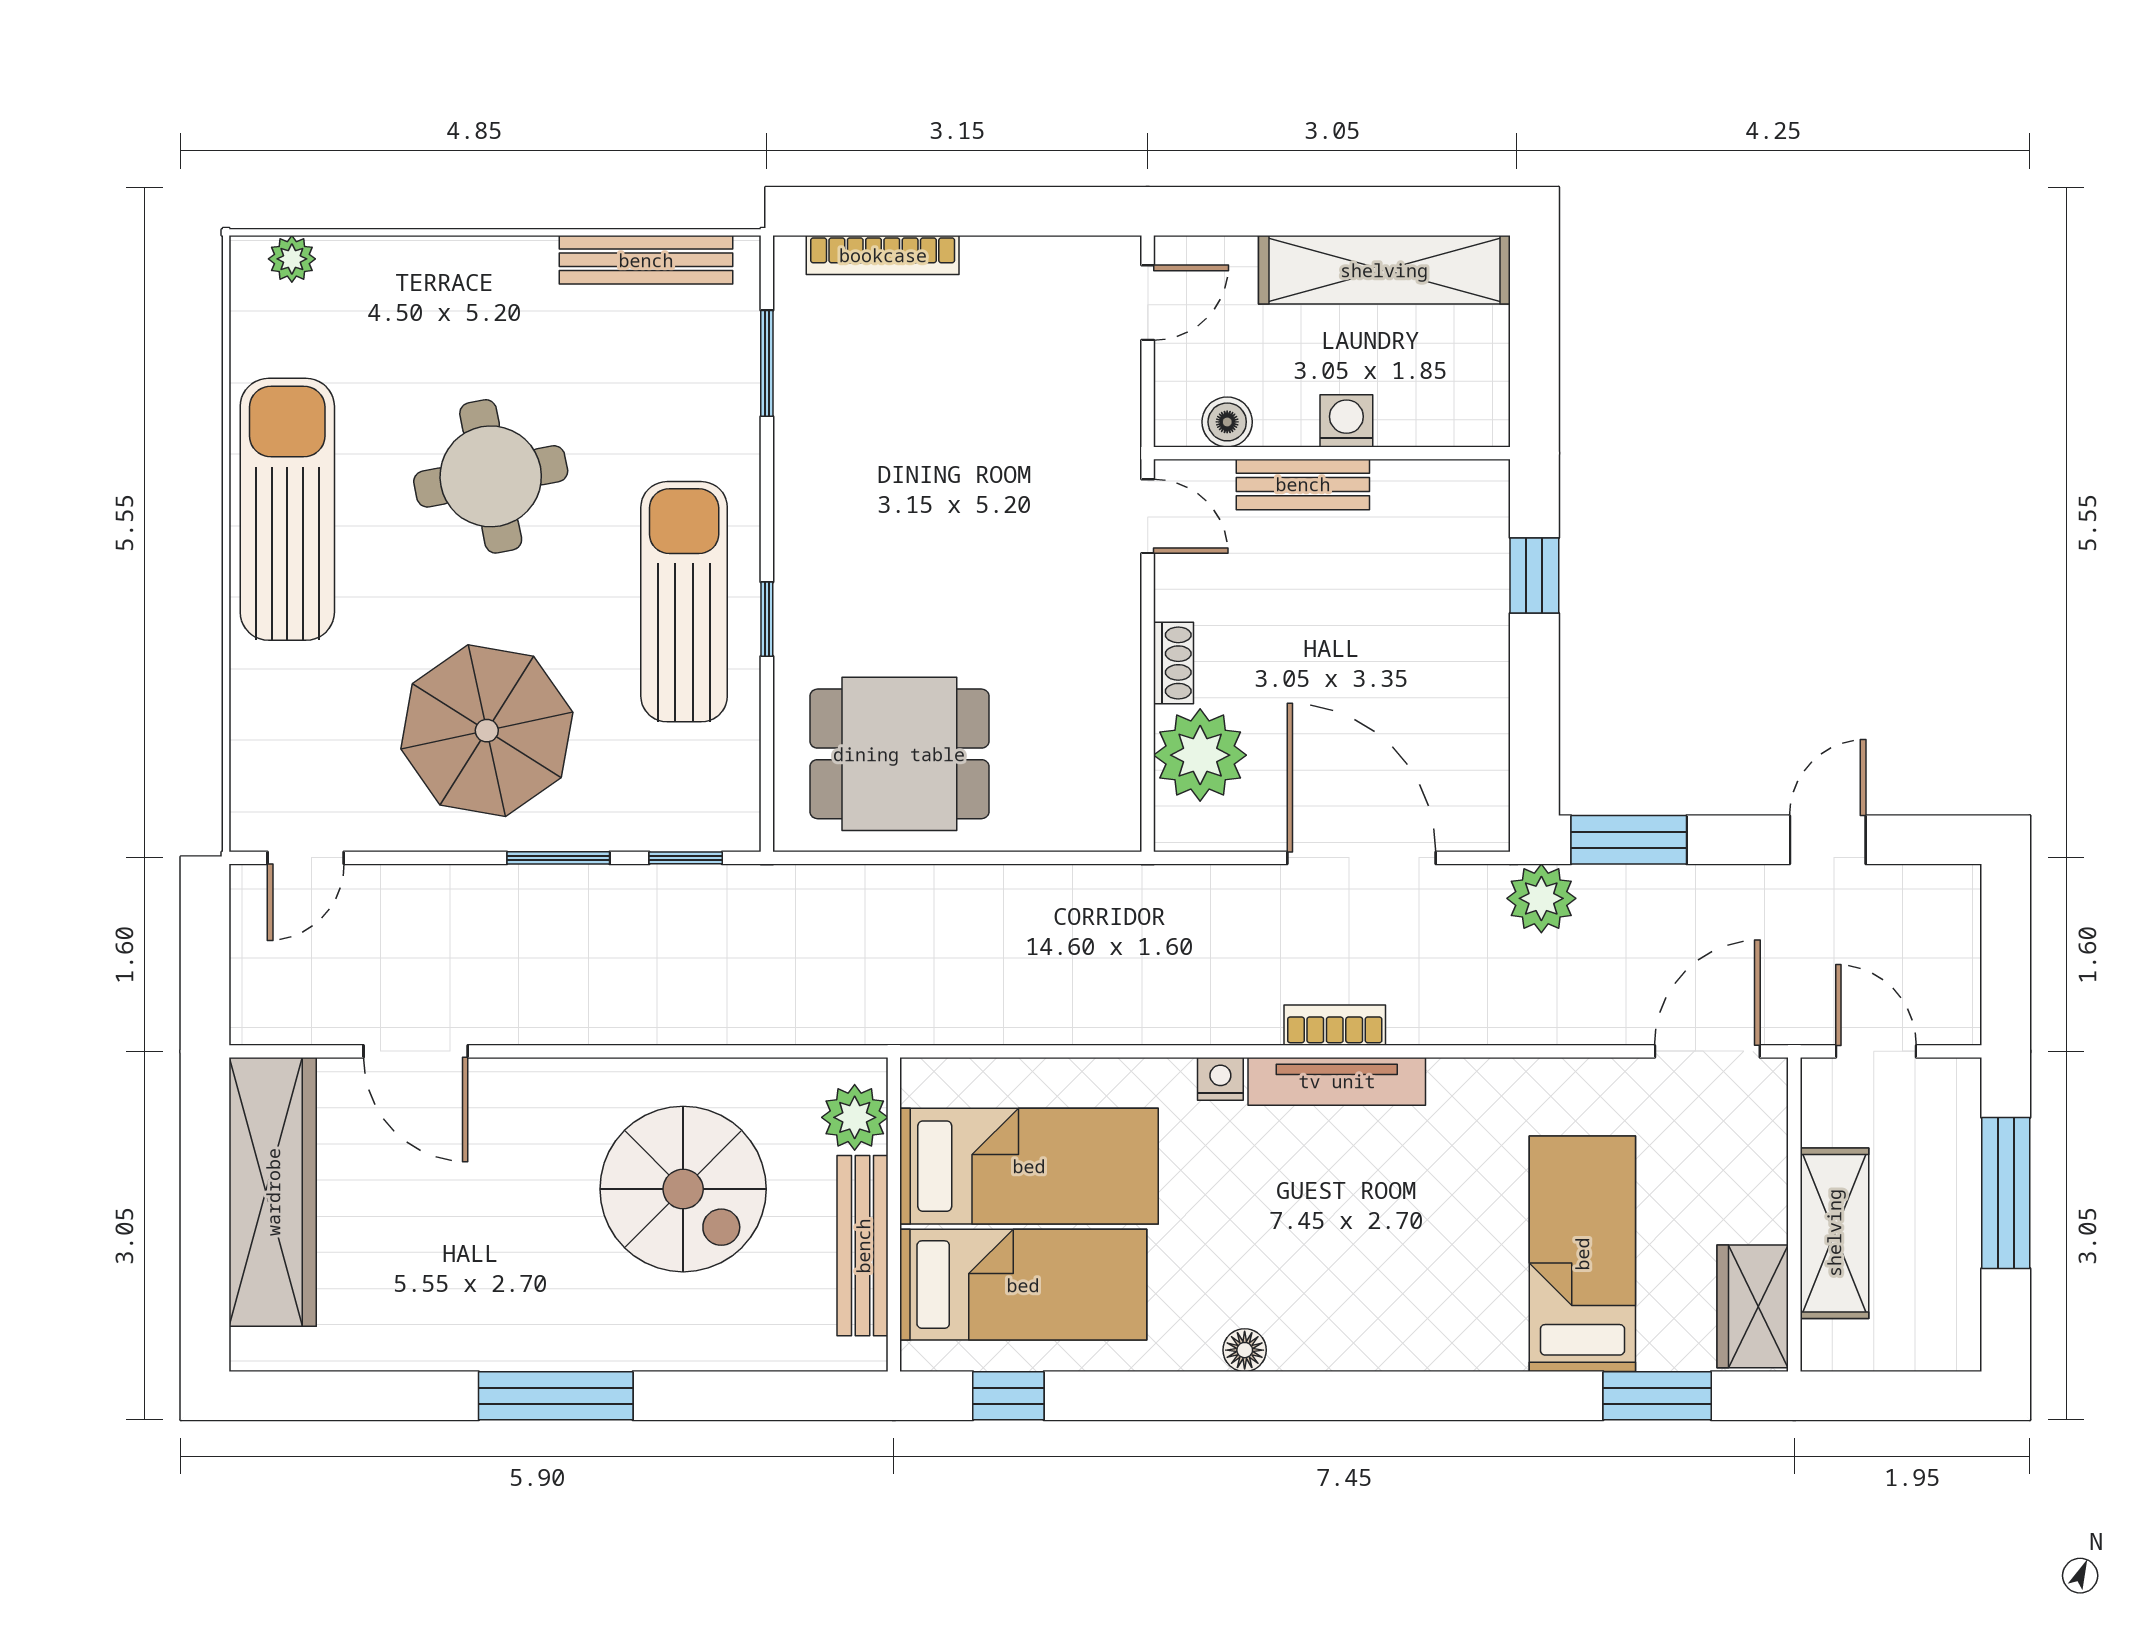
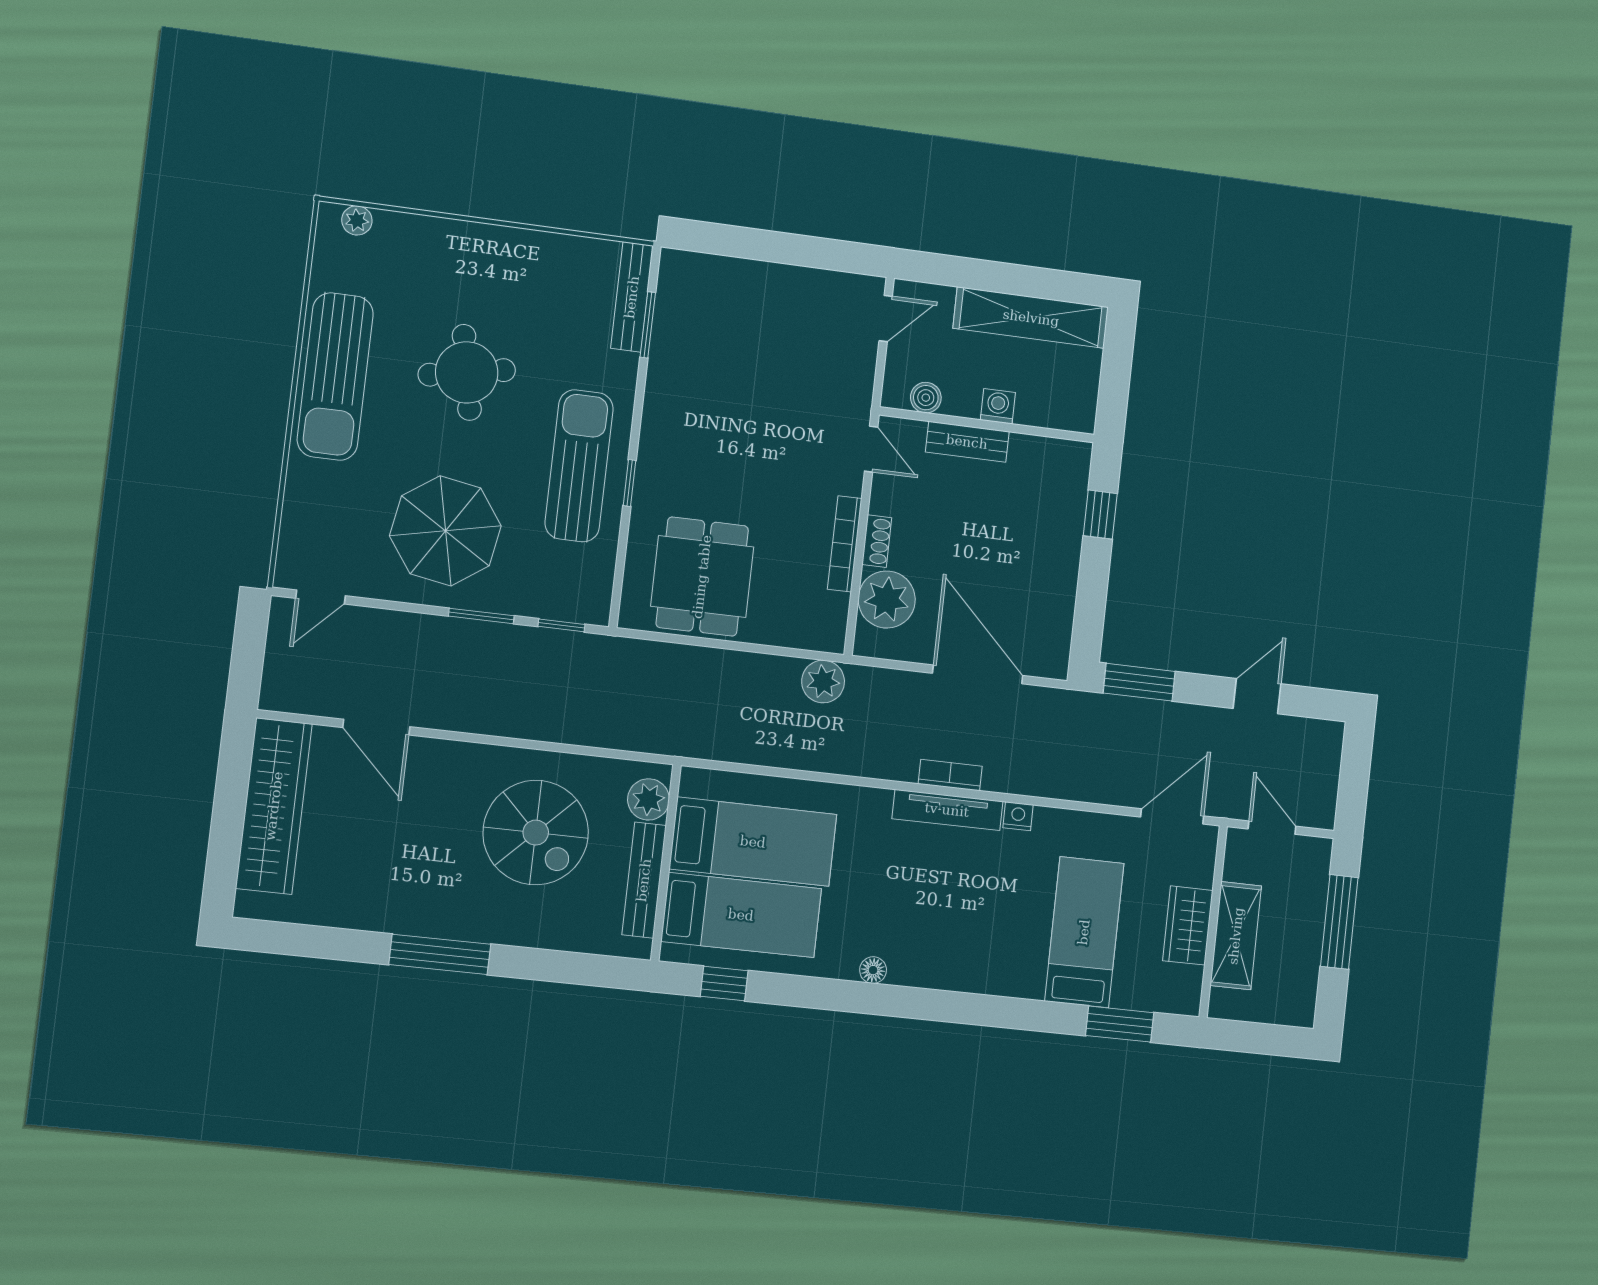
bookcase: (883, 255) -> (845, 544), moved, turned 90
bench: (646, 260) -> (632, 297), moved, turned 90
sun lounger: (287, 509) -> (335, 376), turned 180
dining table: (899, 754) -> (702, 577), turned 90
plant: (1541, 898) -> (823, 682), moved
nightstand: (1220, 1079) -> (1018, 816), moved
wardrobe: (1753, 1306) -> (1188, 925), moved

